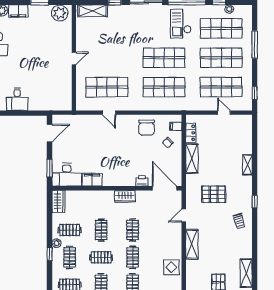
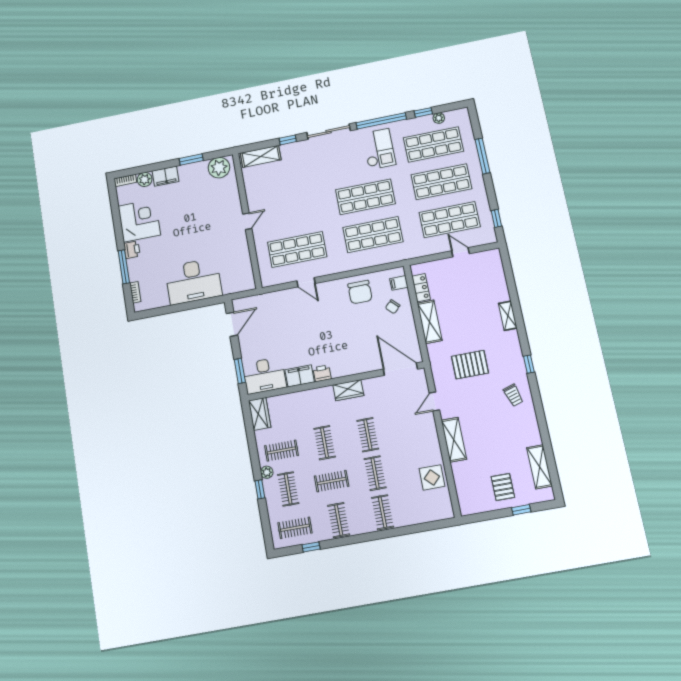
checkout: (181, 24) -> (379, 149), turned 180
desk: (17, 99) -> (193, 281), width x1.87, depth x1.30
printer: (142, 181) -> (322, 373), moved

